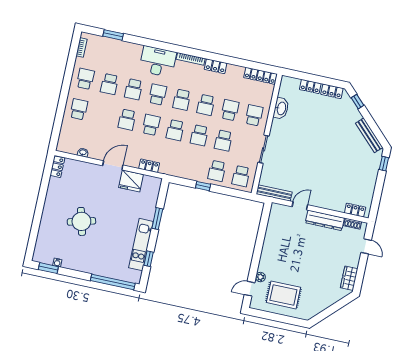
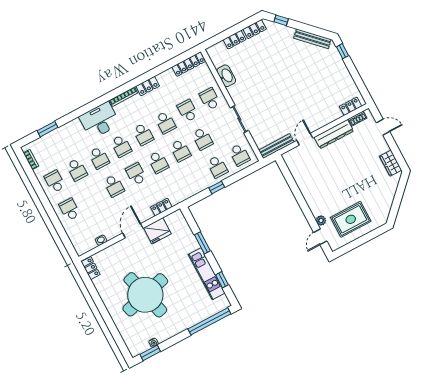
school desk: (158, 94) -> (121, 146), turned 180
round table: (81, 221) -> (145, 295), width x1.86, depth x1.86

